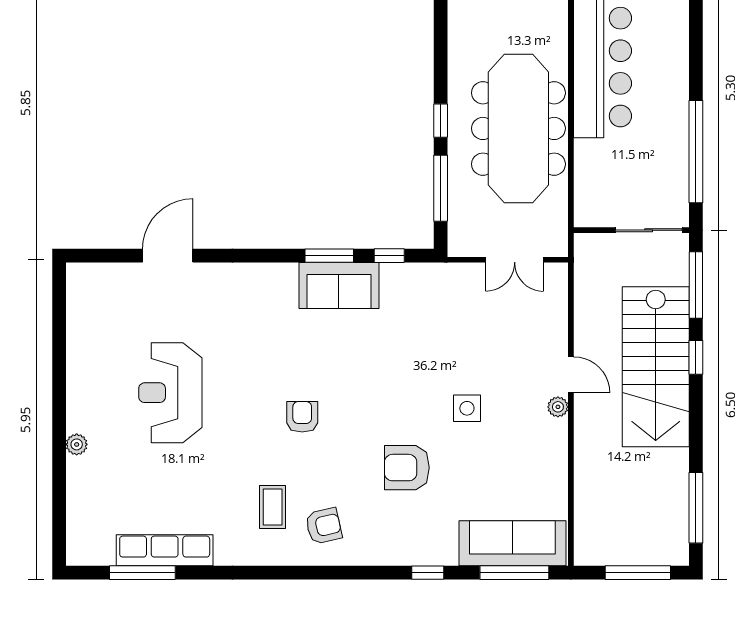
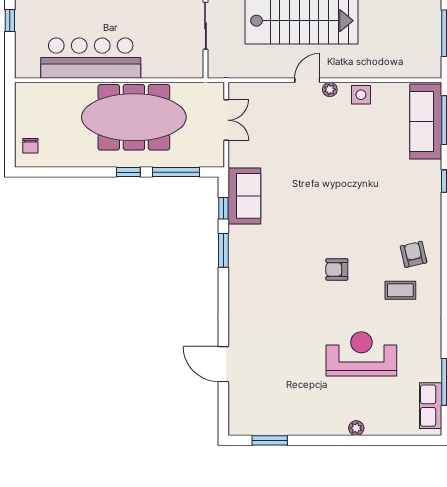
sofa: (339, 285) -> (244, 196), moved
window: (59, 321) -> (270, 440), added
reception desk: (170, 393) -> (361, 354), moved, turned 180
side table: (467, 408) -> (361, 95), moved
armchair: (407, 468) -> (373, 196), removed
row of seats: (165, 550) -> (431, 406), moved, width x0.68

